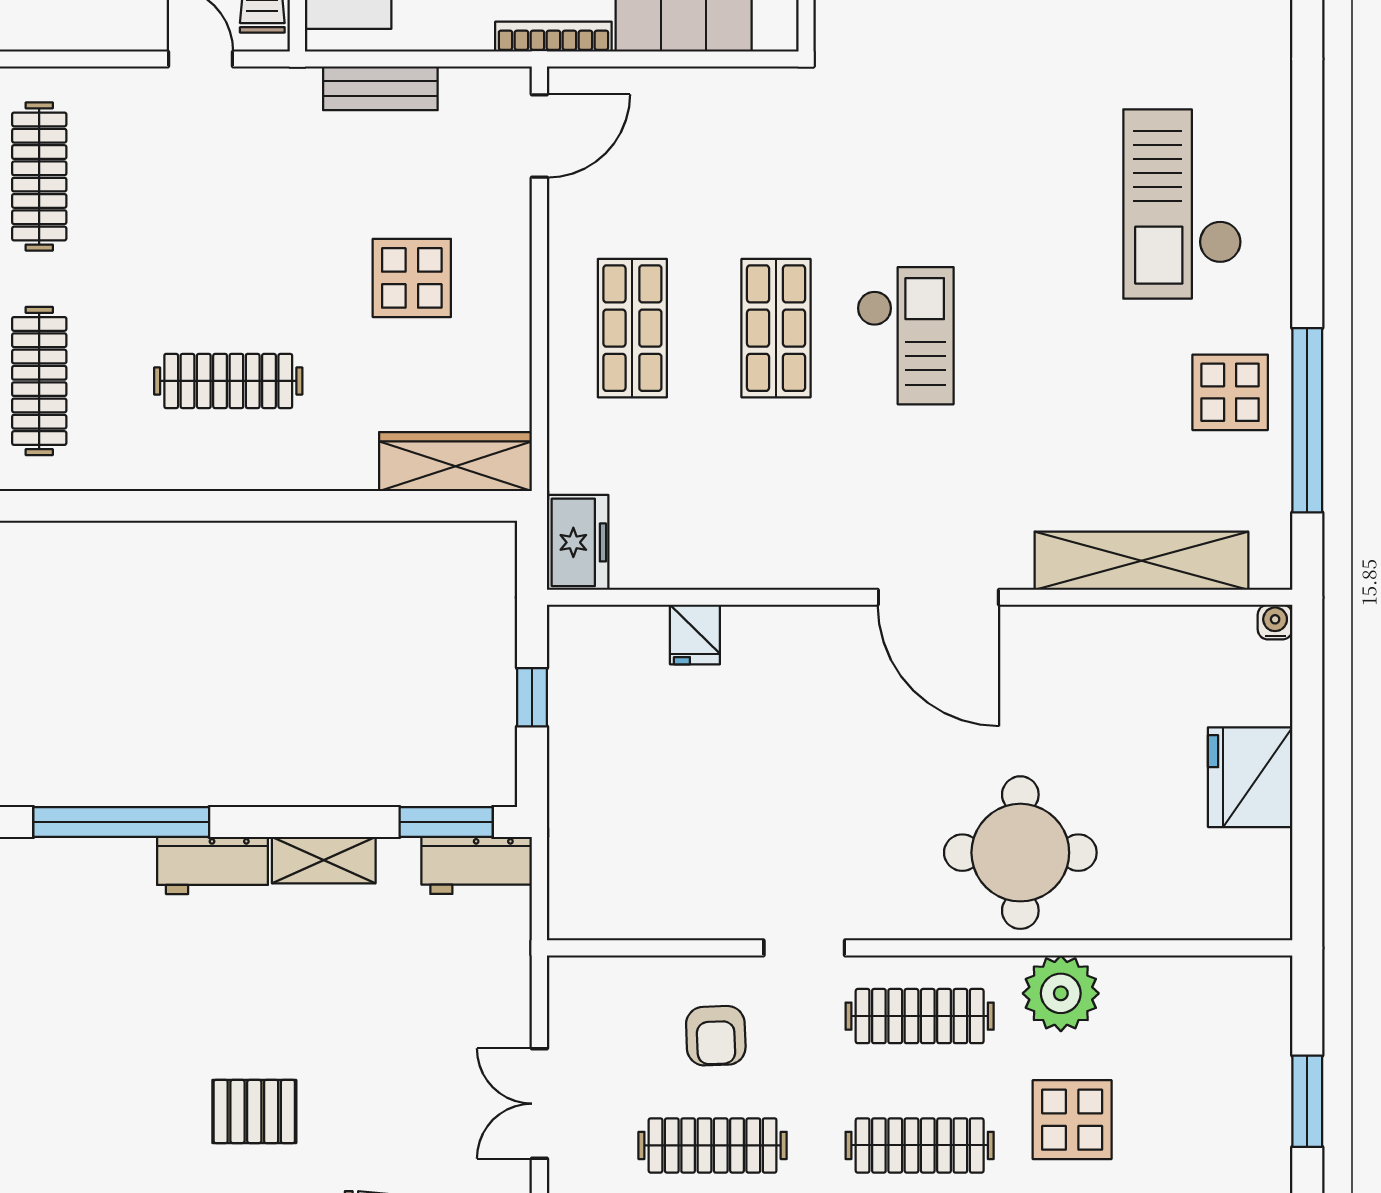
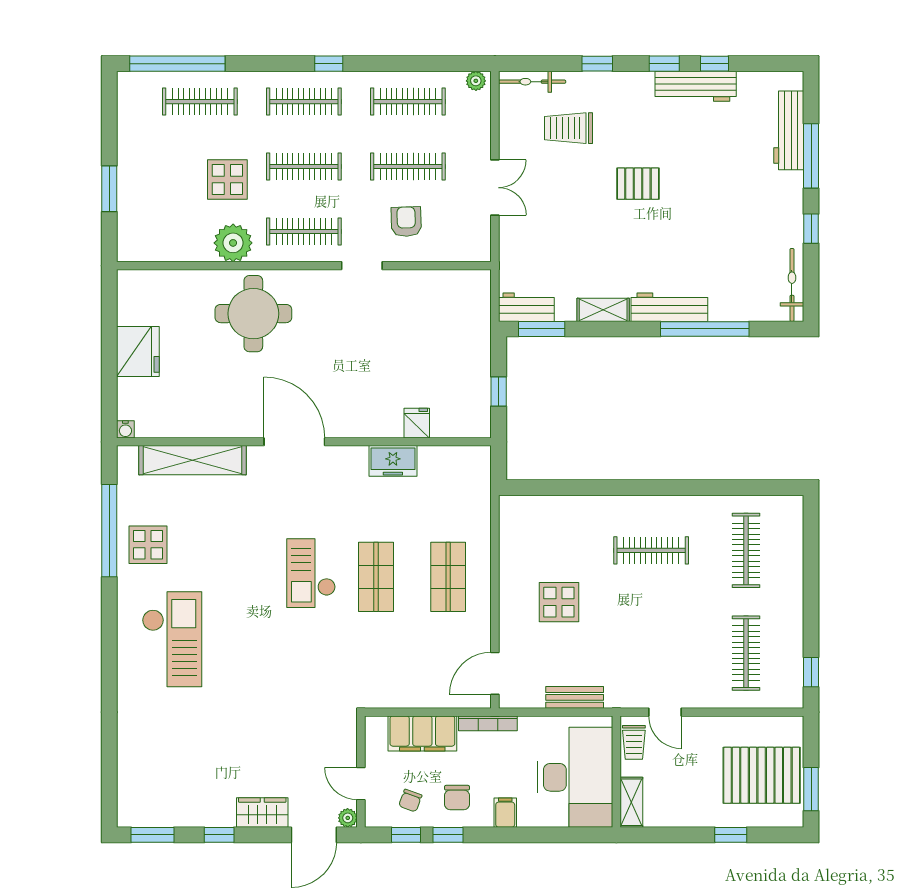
wardrobe: (456, 462) -> (537, 510), removed
freezer: (578, 542) -> (393, 461), moved, turned -90
workbench: (213, 865) -> (669, 307), width x1.38

